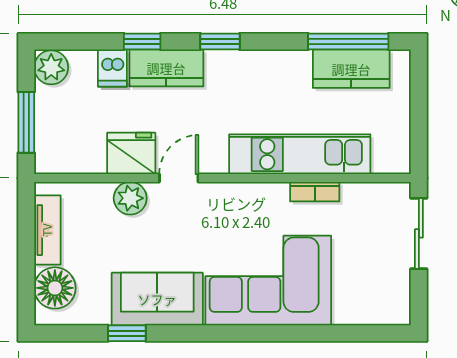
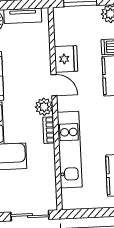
bookcase: (315, 192) -> (49, 130), moved
plant: (130, 198) -> (44, 107), moved

